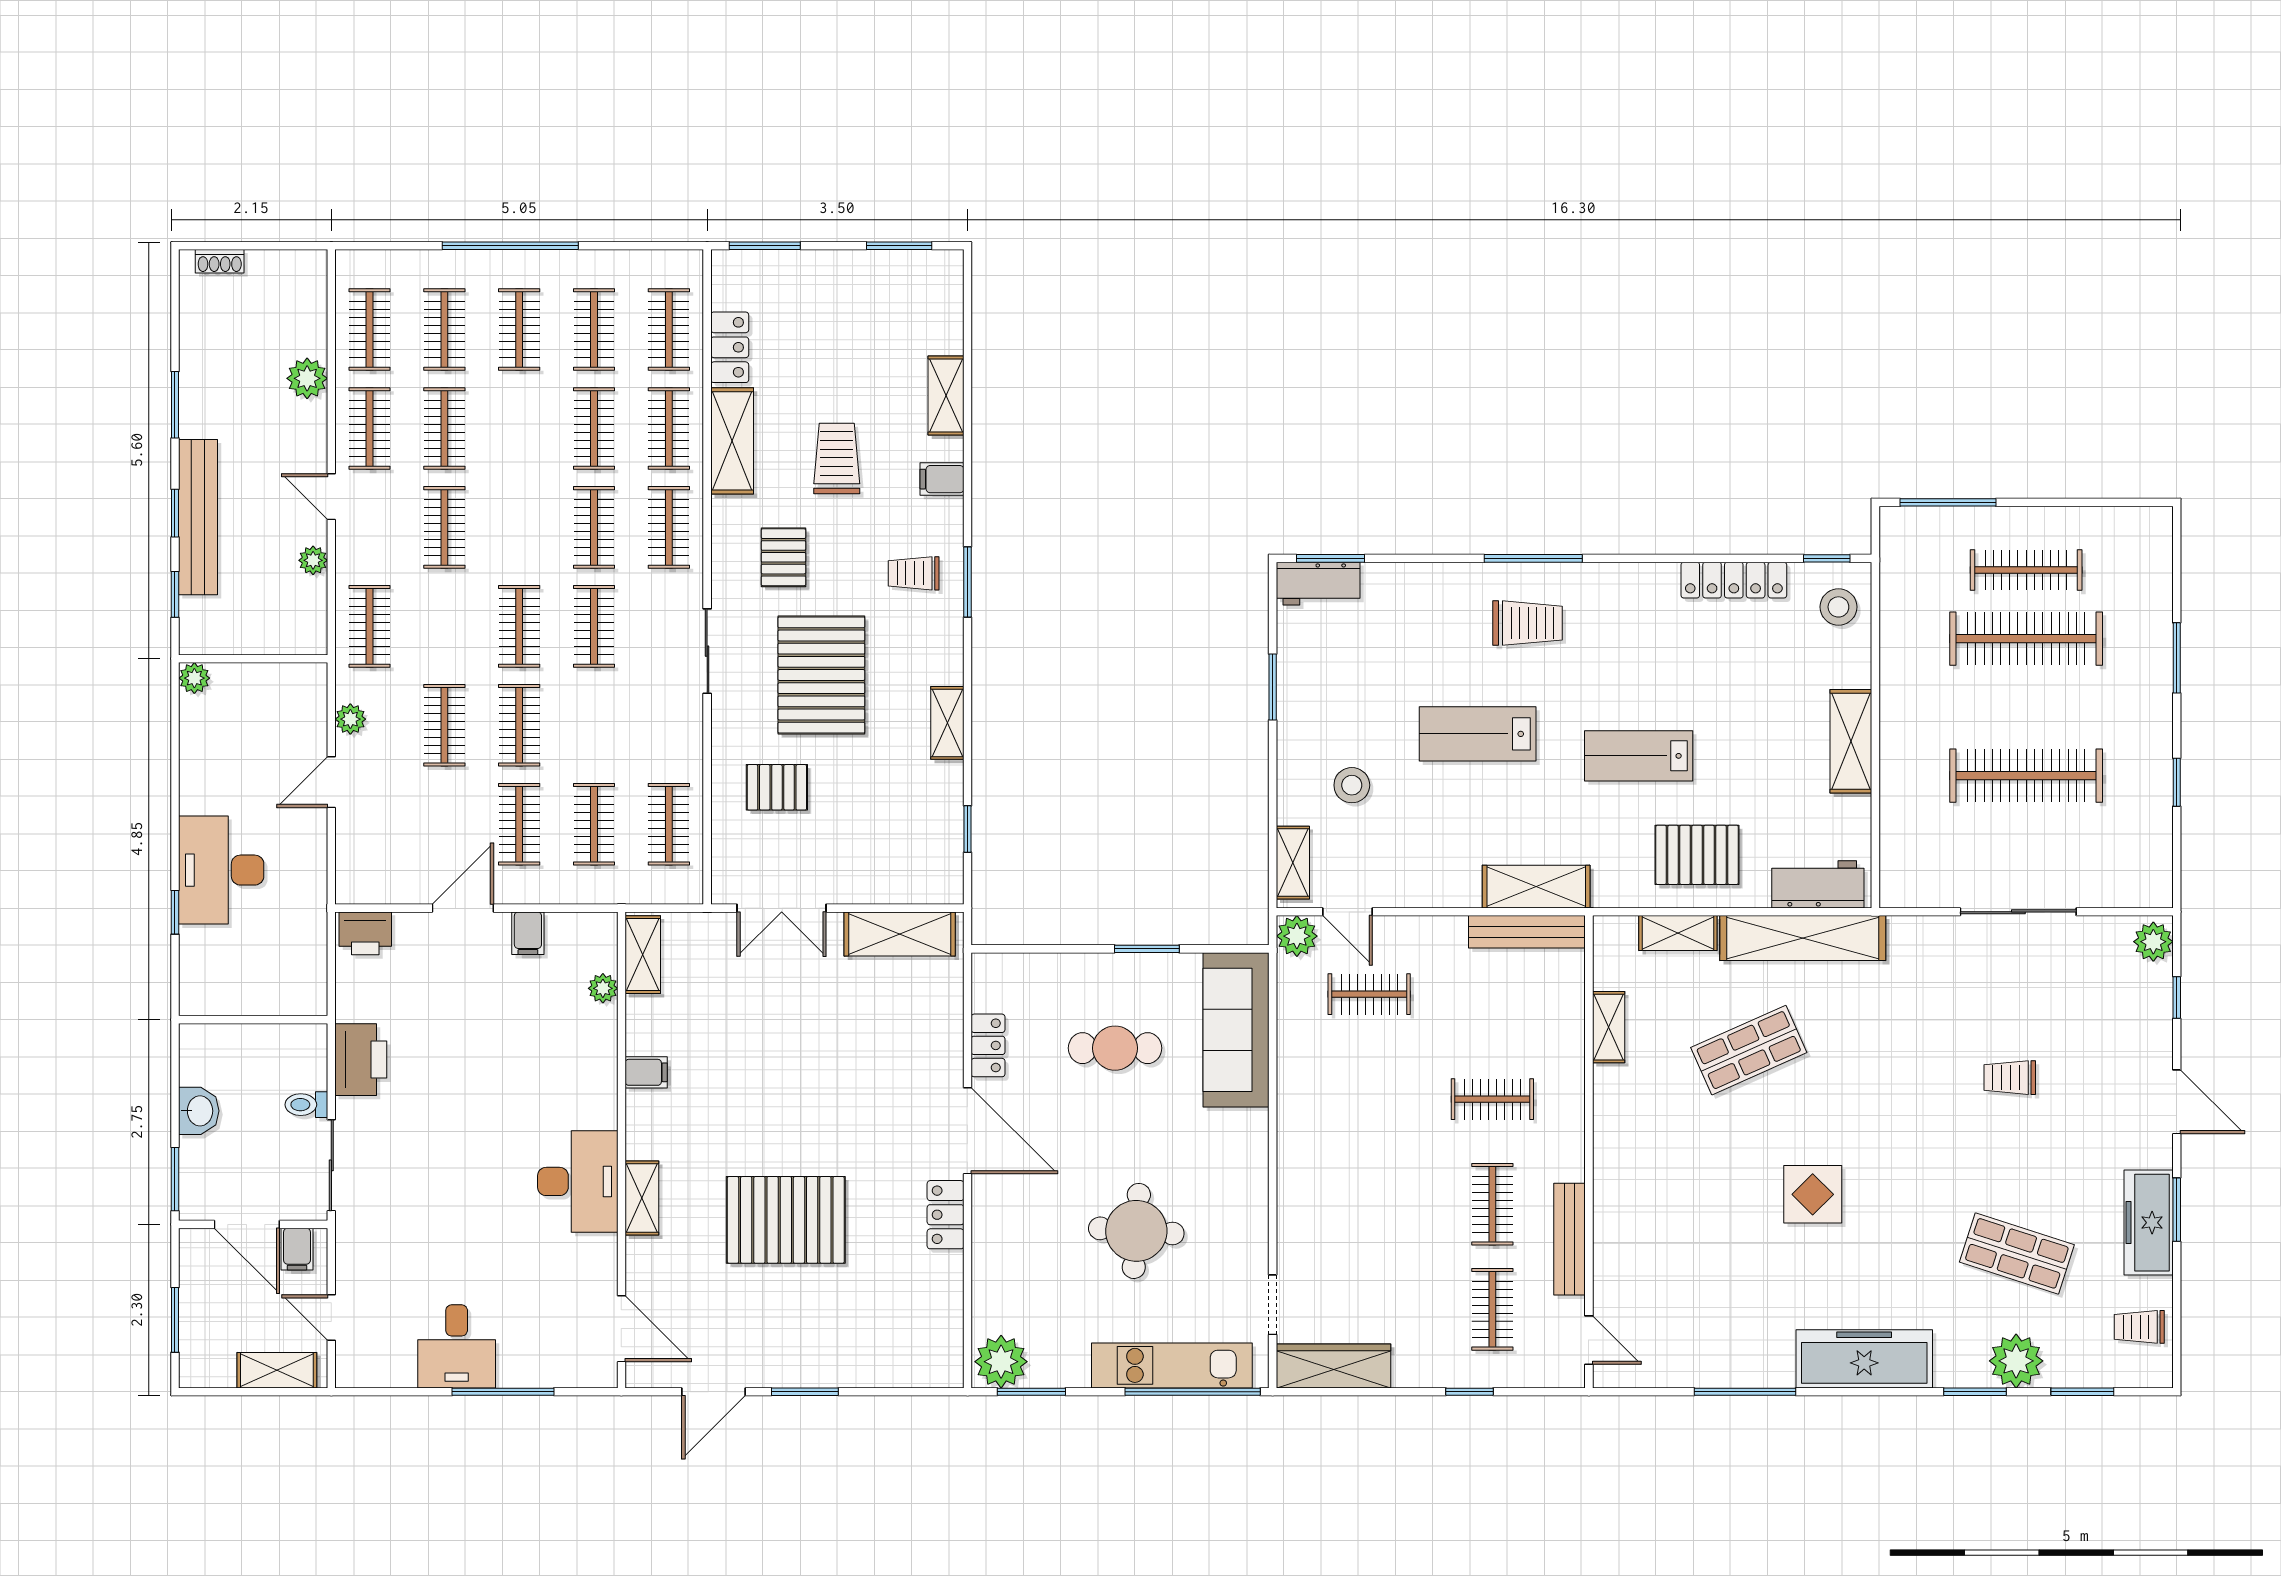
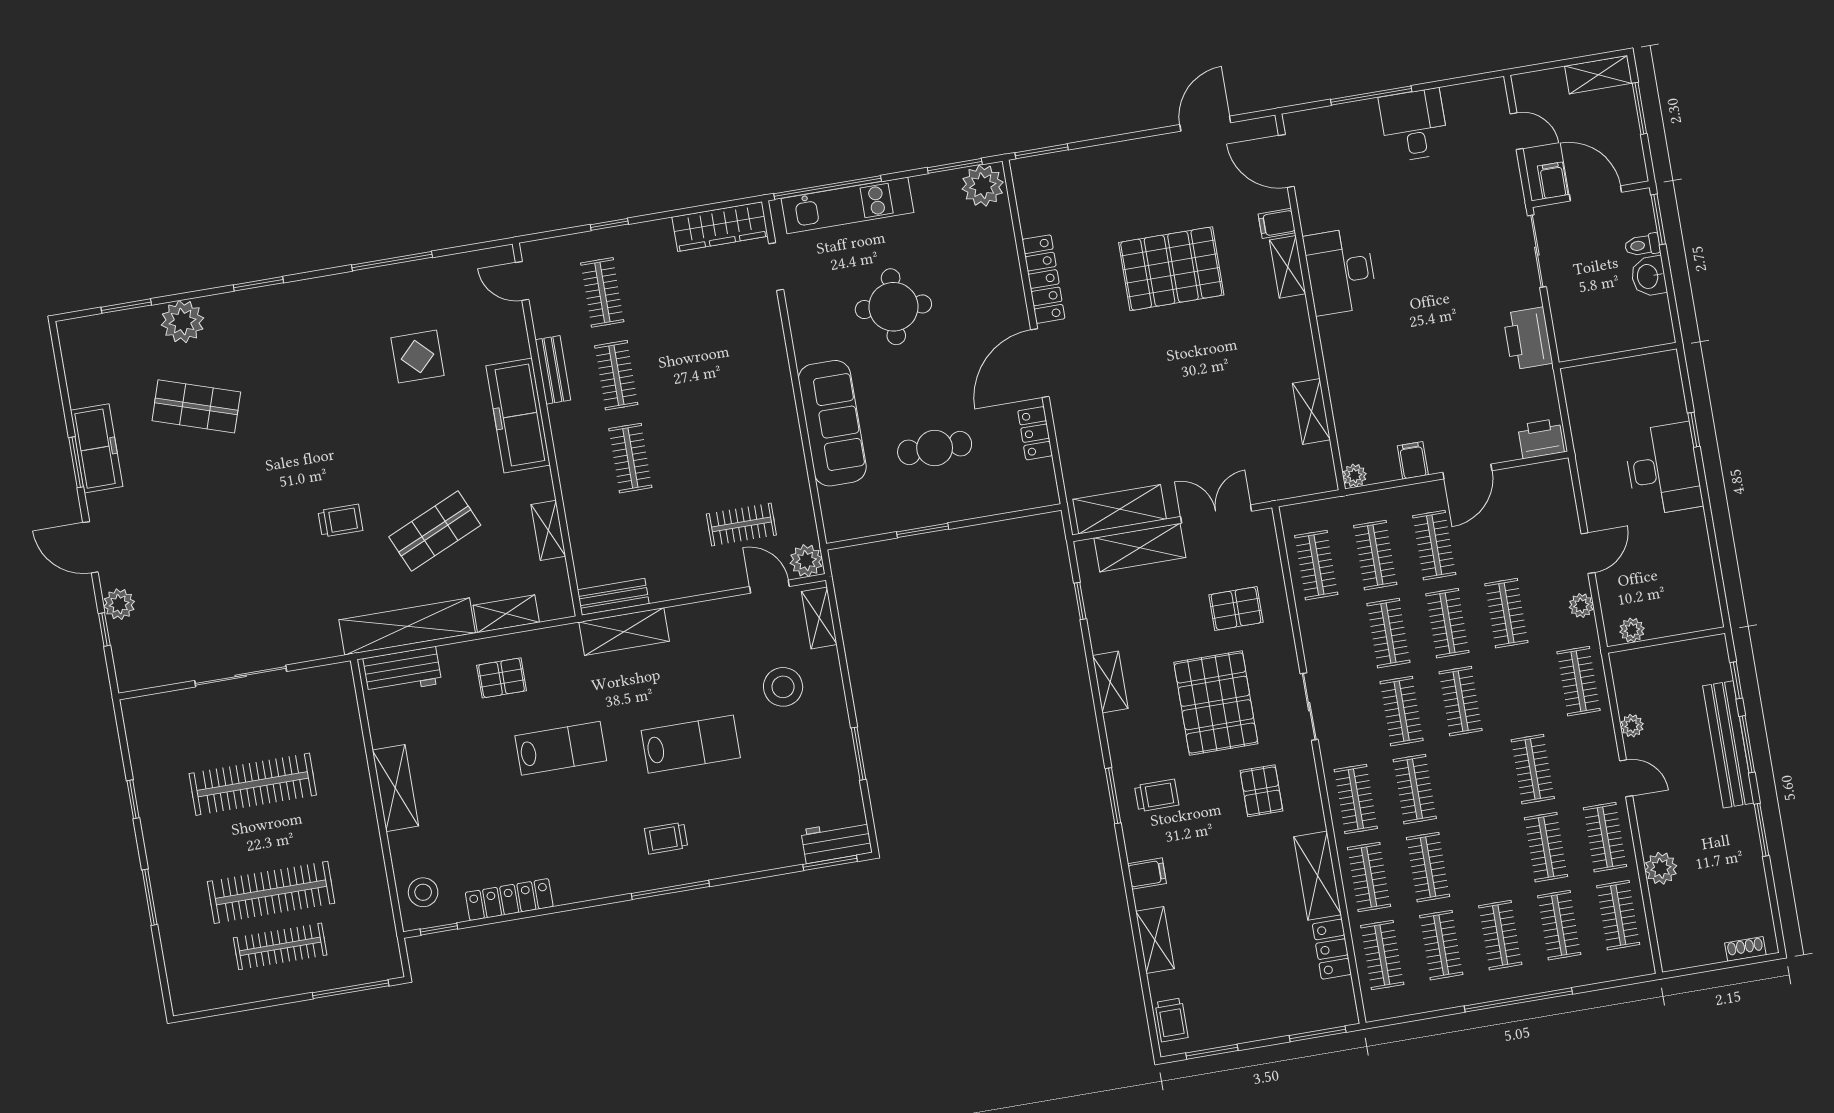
trolley: (837, 459) -> (1172, 1020), moved, width x0.73, depth x0.72
window: (175, 513) -> (1747, 744), width x1.50
trolley: (1527, 623) -> (666, 838), width x0.73, depth x0.72
plant: (194, 678) -> (1632, 630), moved
clothes rail: (594, 725) -> (1388, 633), added
stool: (1352, 785) -> (783, 687), width x1.38, depth x1.38
pallet: (1697, 855) -> (502, 678), width x0.67, depth x0.71
shelving: (883, 882) -> (1140, 548), added
bench: (1527, 932) -> (613, 597), width x0.73
plant: (2153, 942) -> (119, 604), moved
shelving: (643, 955) -> (1311, 411), moved
plant: (603, 988) -> (1355, 476), moved
sofa: (1236, 1030) -> (832, 423), moved
filing cabinet: (646, 1072) -> (1277, 223), moved
trolley: (2010, 1078) -> (340, 521), moved
clothes rail: (1492, 1099) -> (630, 458), turned 90
toilet: (306, 1105) -> (1642, 245), moved, turned 180
door: (968, 1131) -> (1040, 363), hinge flipped
display table: (1813, 1194) -> (417, 357), moved
locker: (946, 1215) -> (1043, 279), width x1.53
bench: (1569, 1239) -> (553, 370), width x0.73
trolley: (2139, 1327) -> (90, 365), removed
freezer: (1864, 1359) -> (518, 415), moved, turned 90
shelving: (277, 1370) -> (1598, 75), moved
window: (805, 1392) -> (1042, 151), moved
window: (1975, 1392) -> (258, 284), moved

